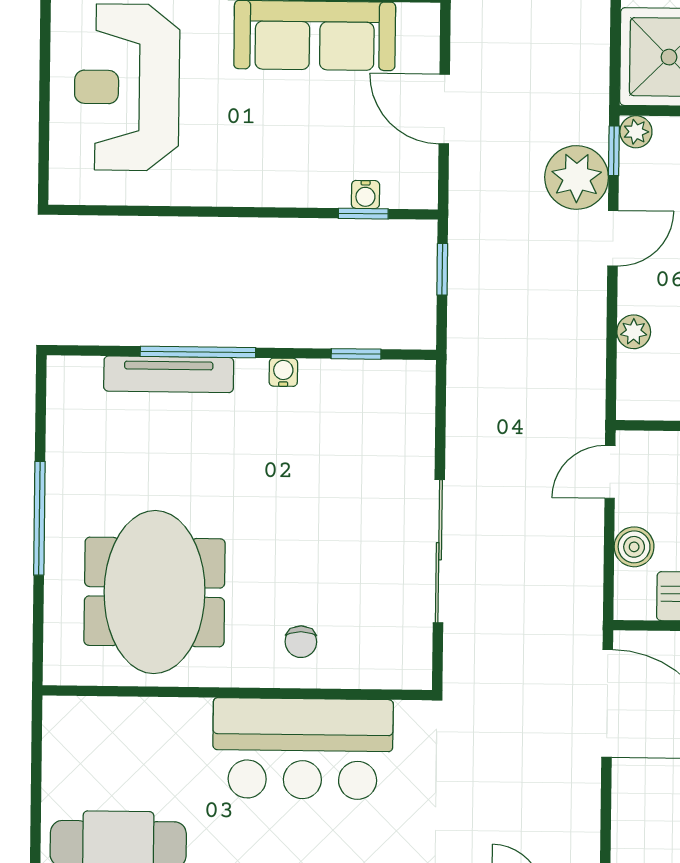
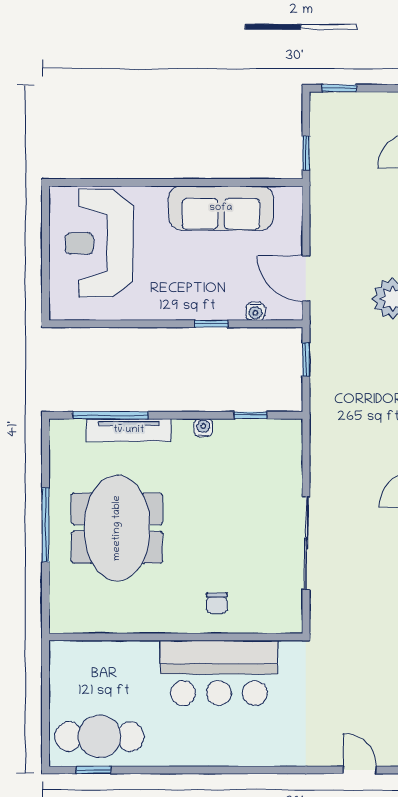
door: (444, 109) -> (306, 278), moved
window: (363, 214) -> (211, 324), moved
window: (198, 352) -> (111, 415), moved
meeting table: (155, 592) -> (117, 528), moved

